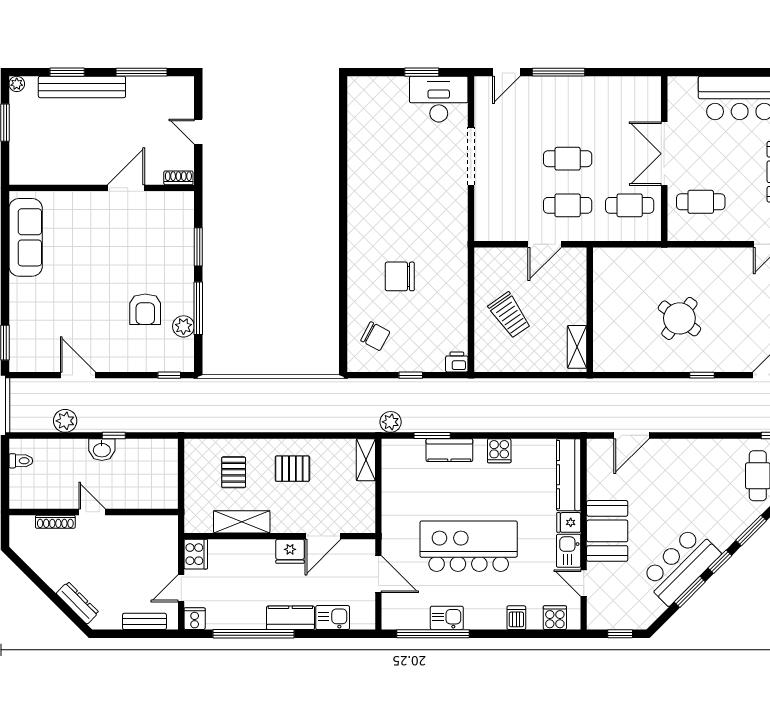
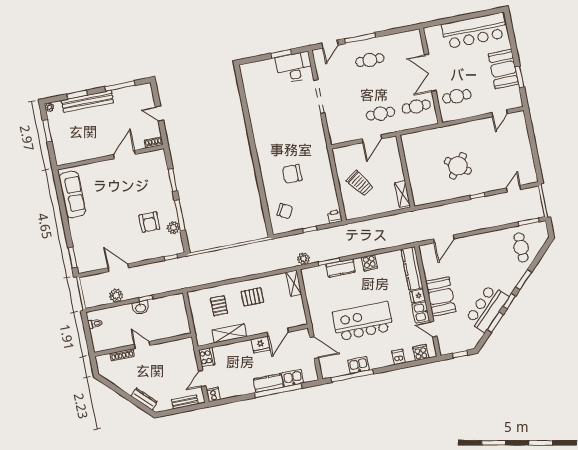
cafe table: (568, 159) -> (370, 60), moved
window: (253, 634) -> (278, 391), moved

